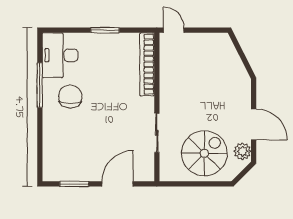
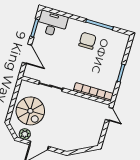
door: (174, 30) -> (109, 114), hinge flipped
desk: (60, 55) -> (52, 24), moved
chair: (70, 96) -> (87, 41), turned -90

